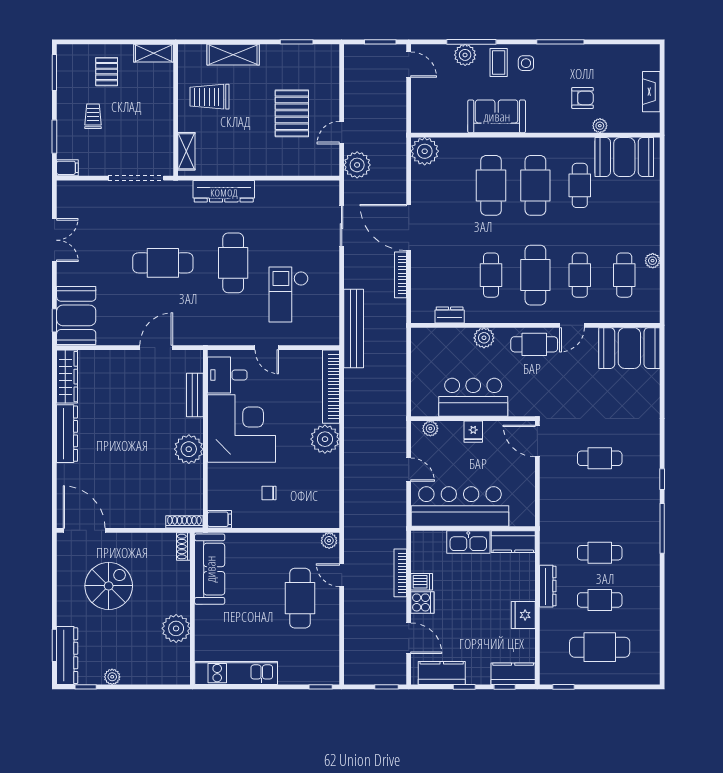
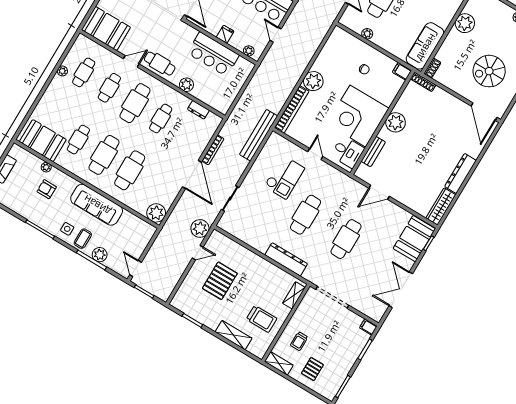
trolley: (93, 116) -> (299, 341), moved
sofa: (497, 116) -> (97, 205), width x1.36
double door: (54, 240) -> (401, 290), width x1.37
cafe table: (163, 263) -> (346, 239), turned 90
plant: (329, 541) -> (367, 34), moved

